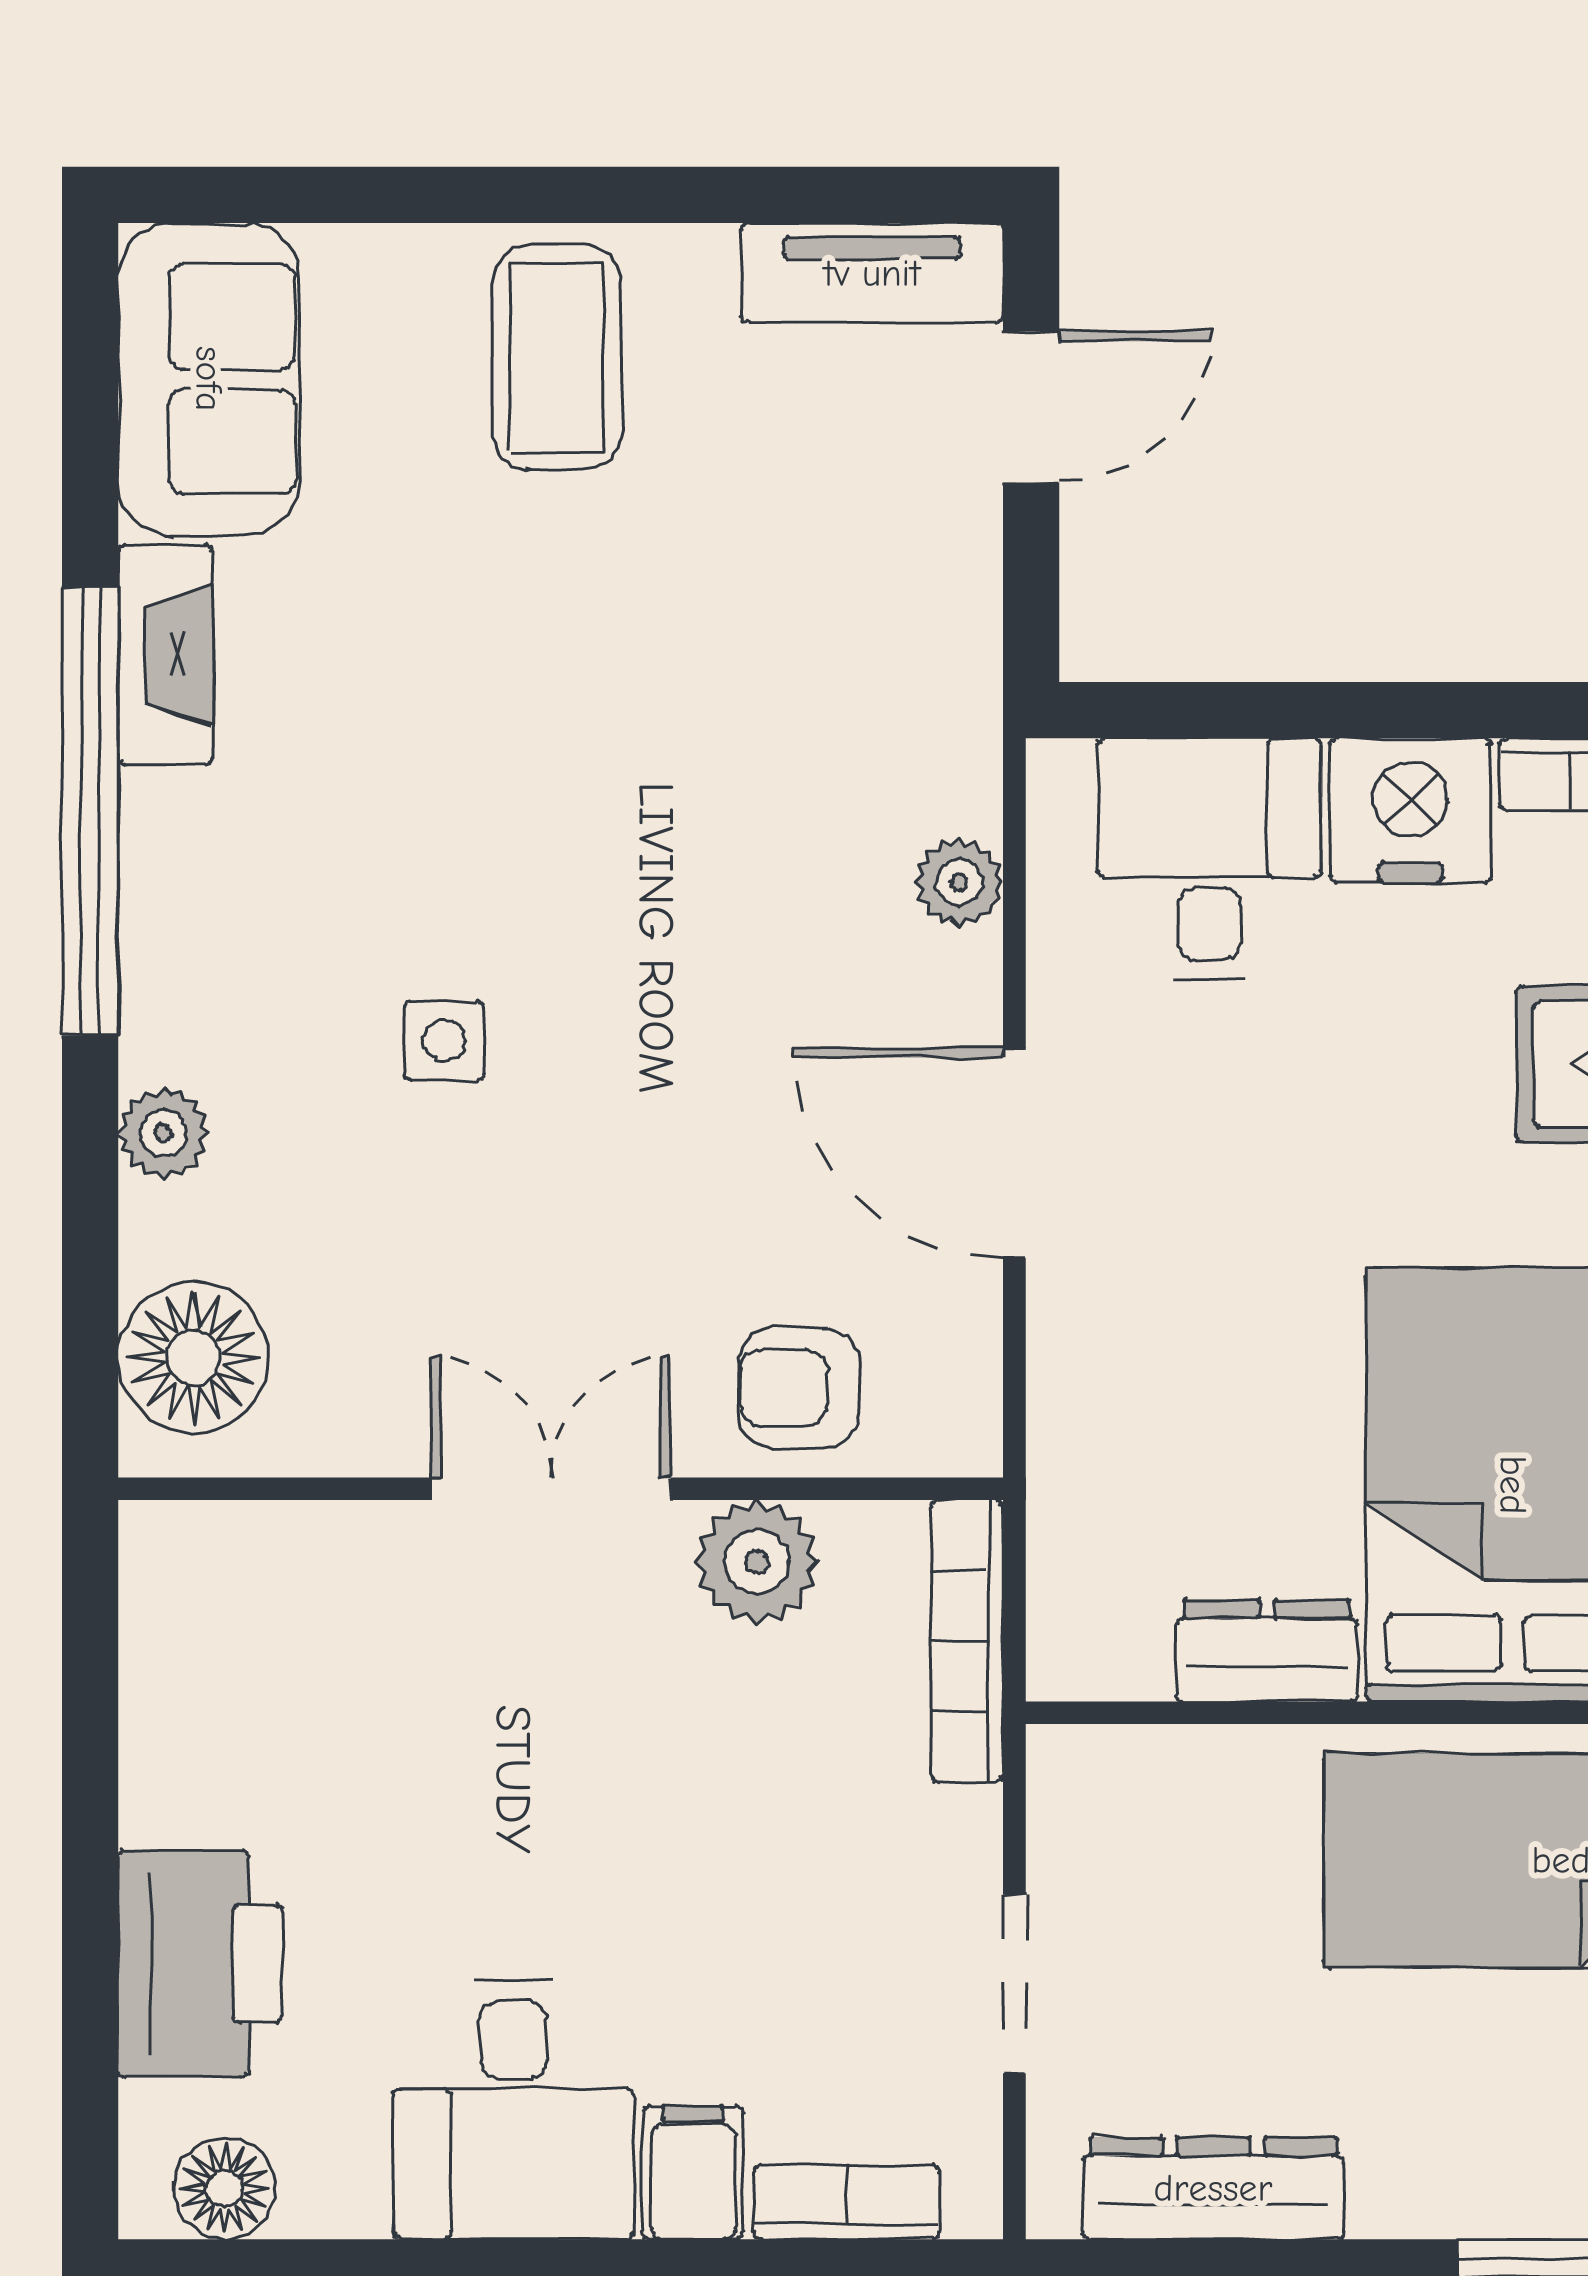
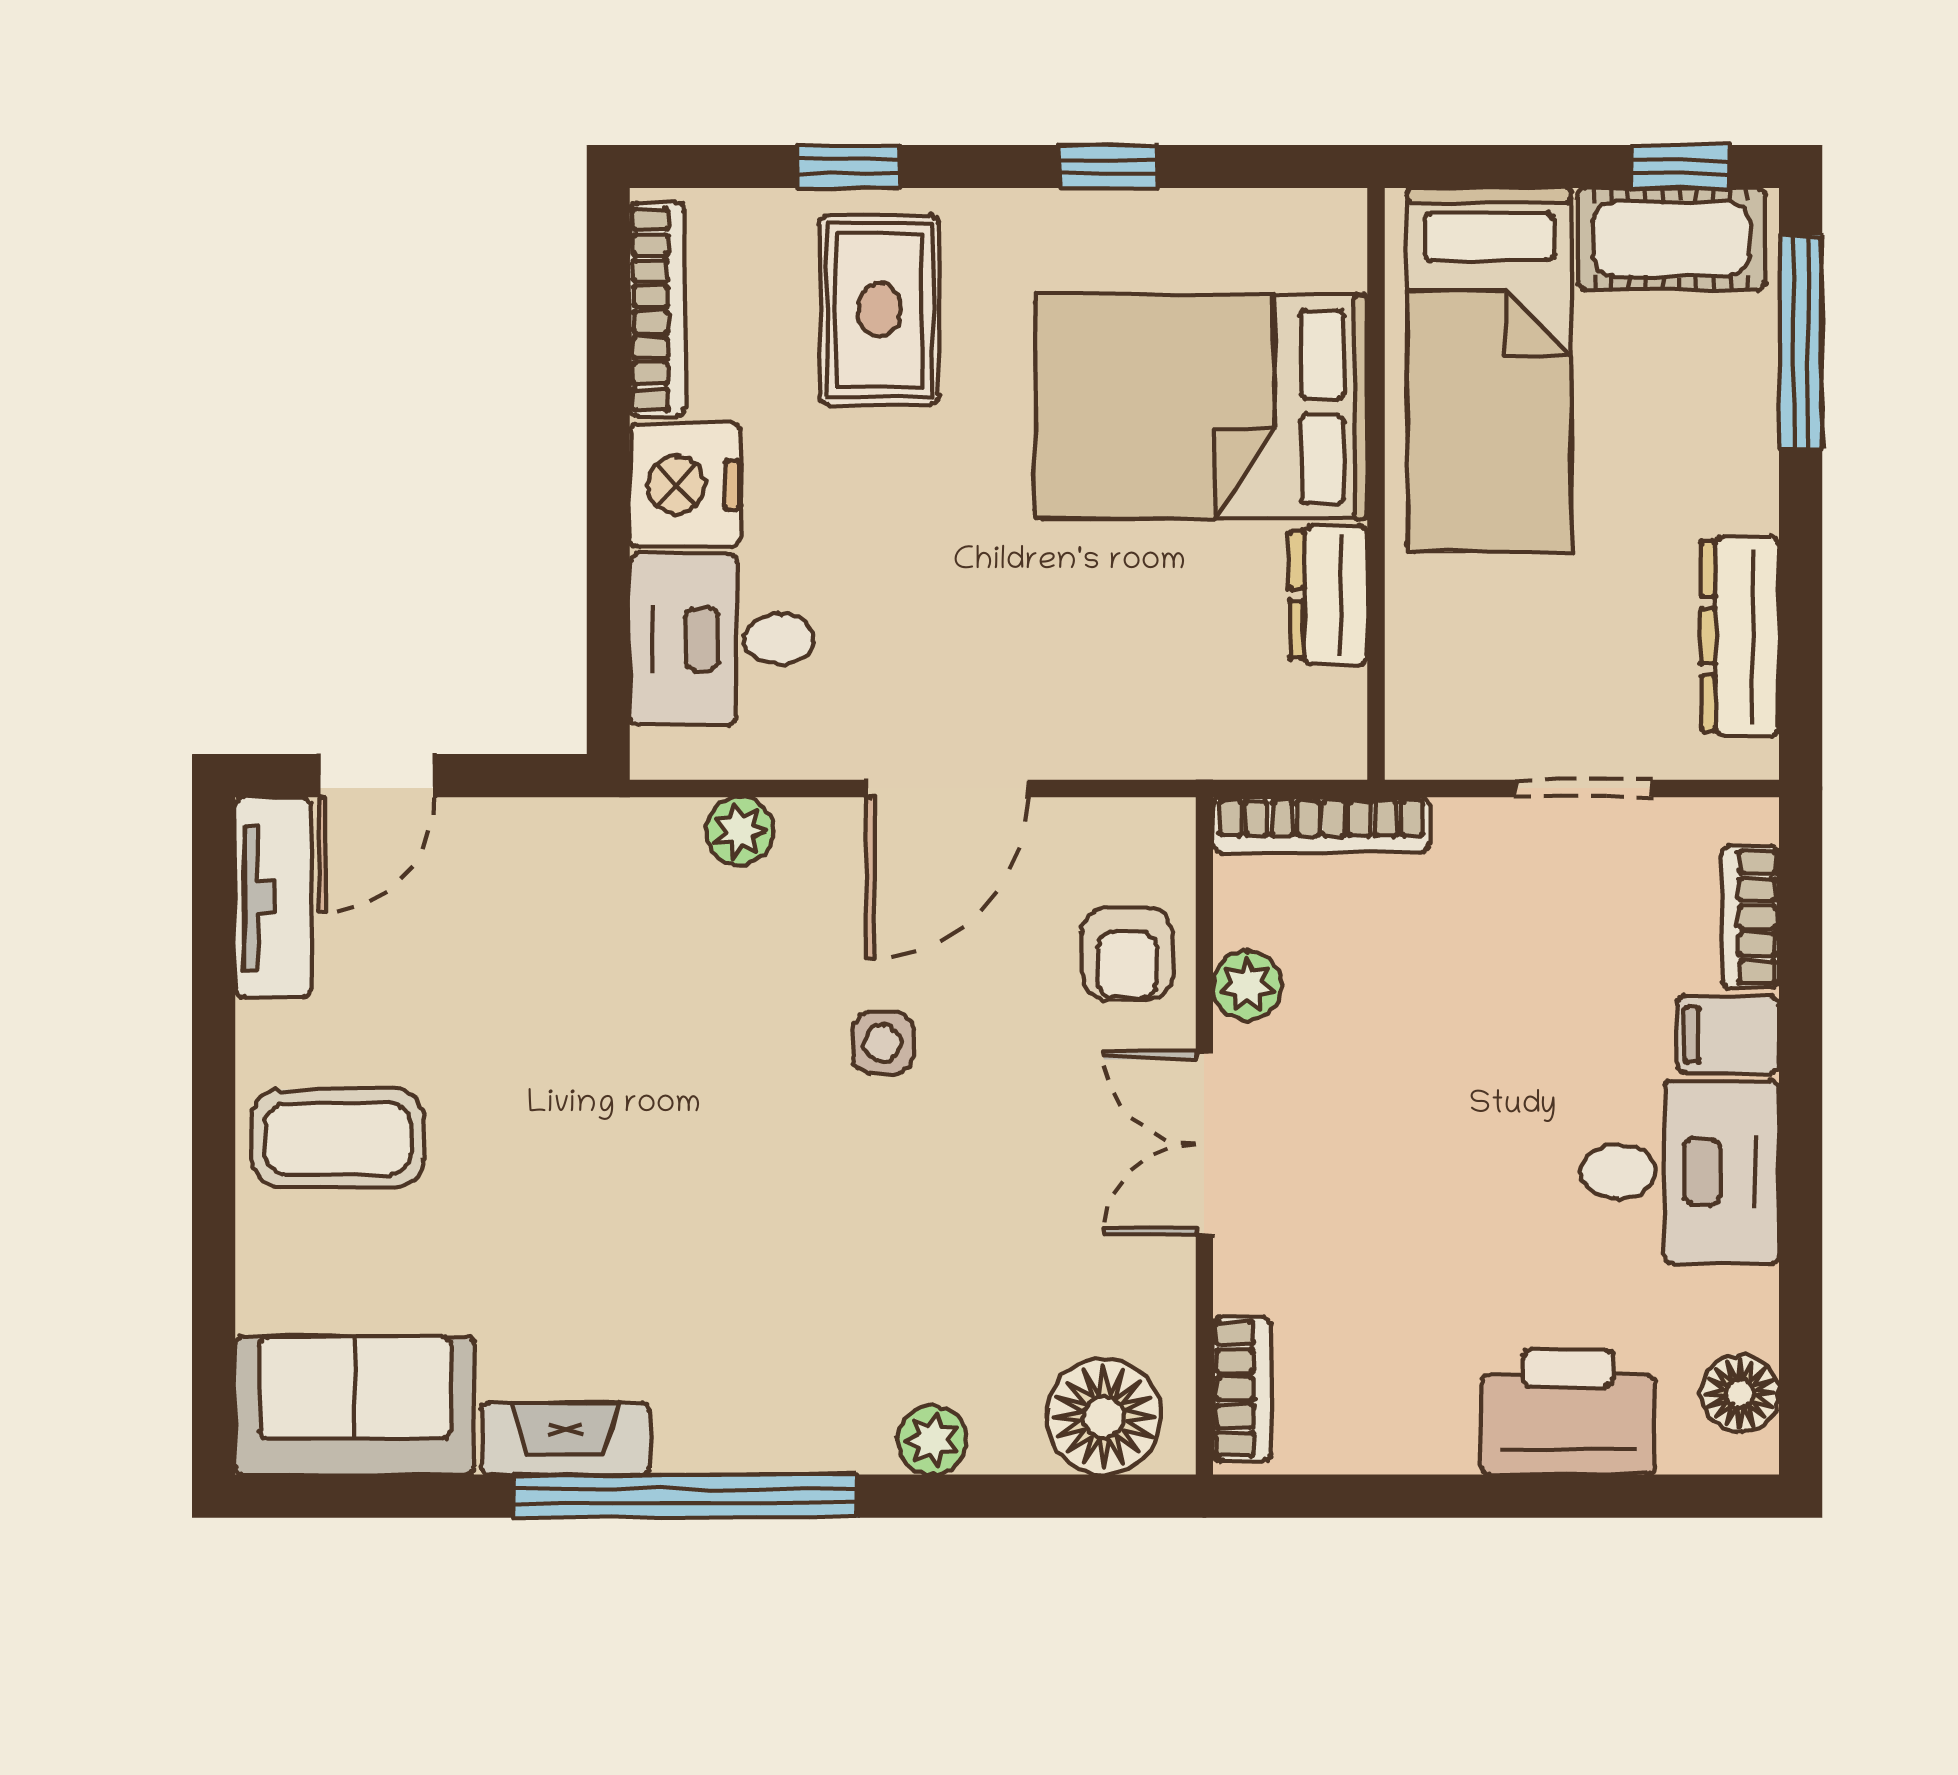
door: (1031, 407) -> (376, 776), swing flipped
side table: (444, 1041) -> (883, 1043), moved
bookcase: (231, 1538) -> (1242, 1389), added
plant: (757, 1562) -> (1247, 986), width x0.73, depth x0.73

